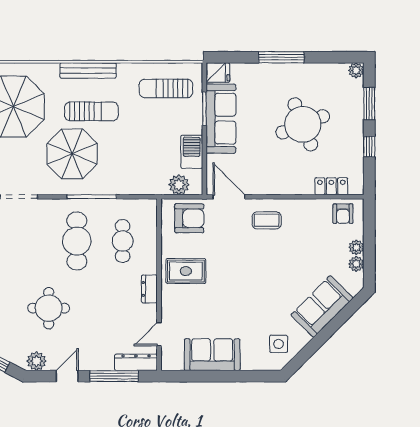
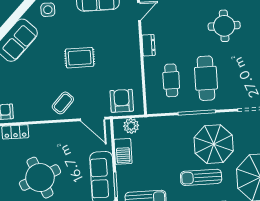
armchair: (189, 218) -> (122, 101), turned 90
coffee table: (267, 220) -> (63, 103), turned -46
rug: (186, 271) -> (80, 58), moved

